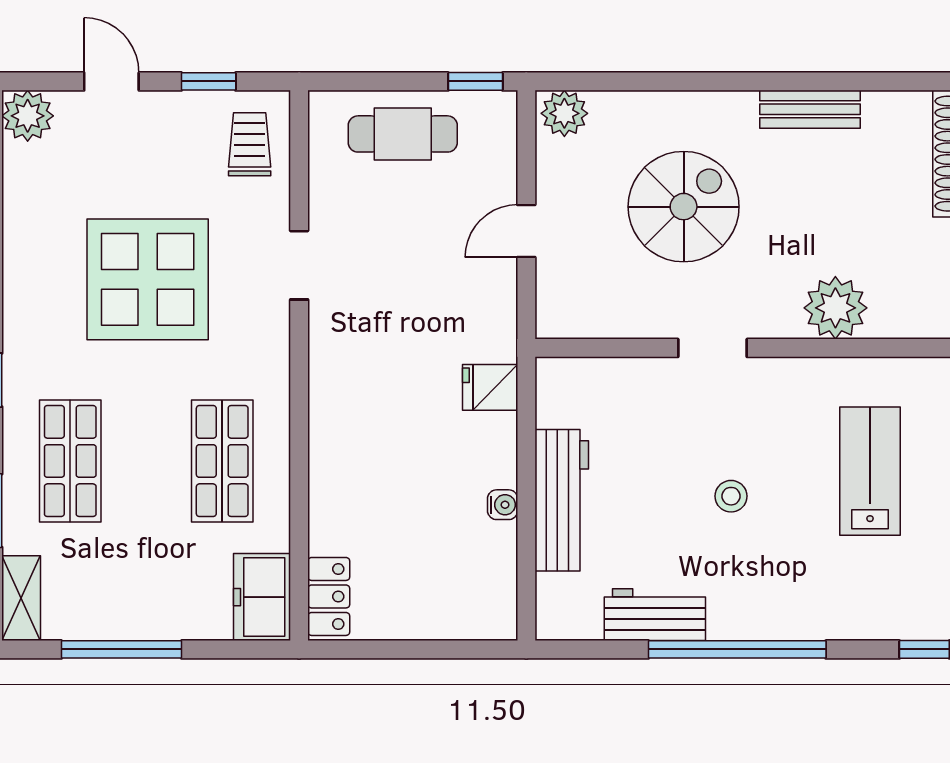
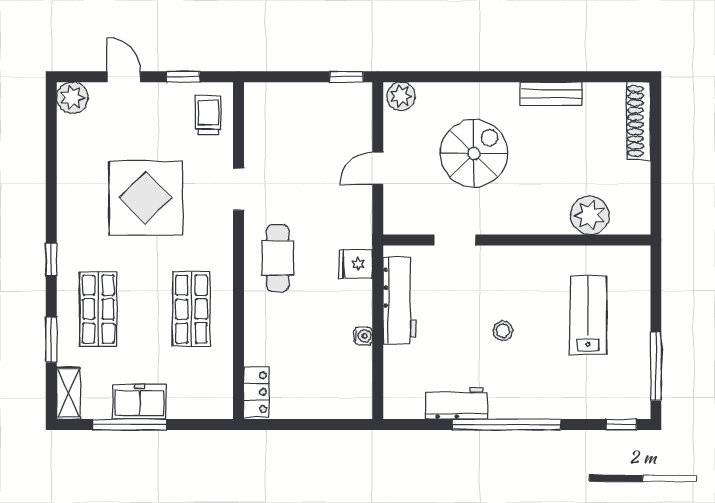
cafe table: (403, 134) -> (278, 258), moved, turned 90
plant: (835, 308) -> (590, 215), moved
doorway: (712, 348) -> (455, 240), moved
workbench: (562, 500) -> (399, 301), moved
freezer: (262, 597) -> (140, 402), moved, turned 90

